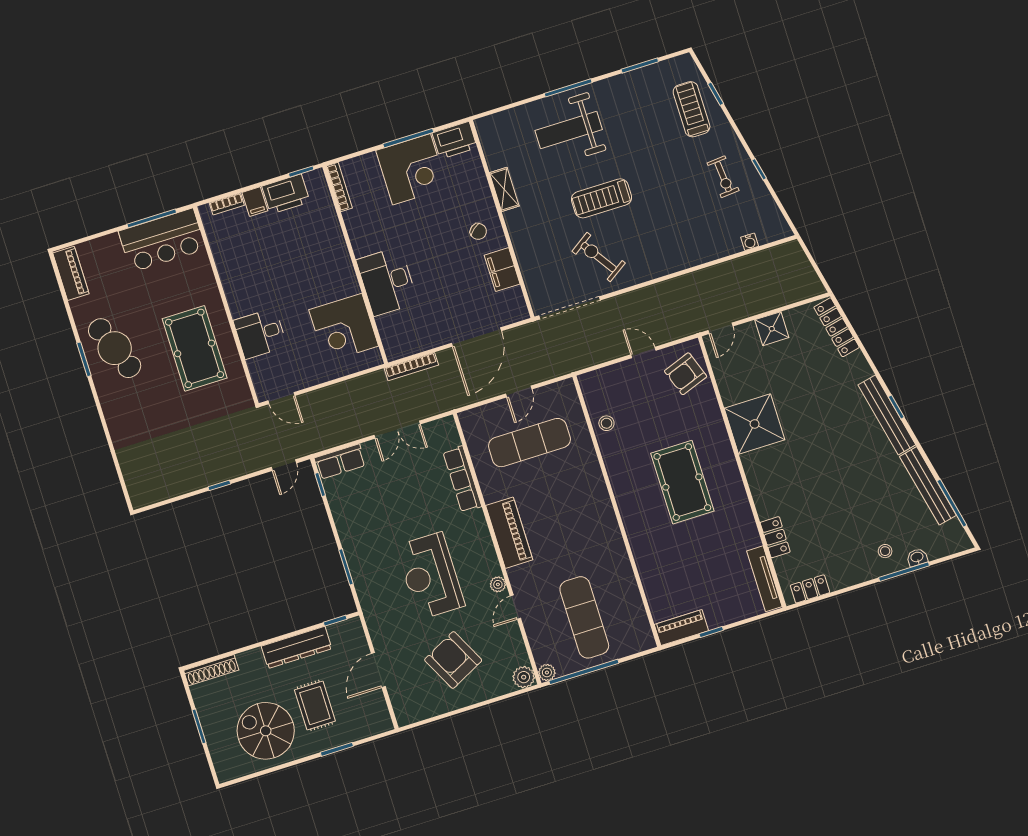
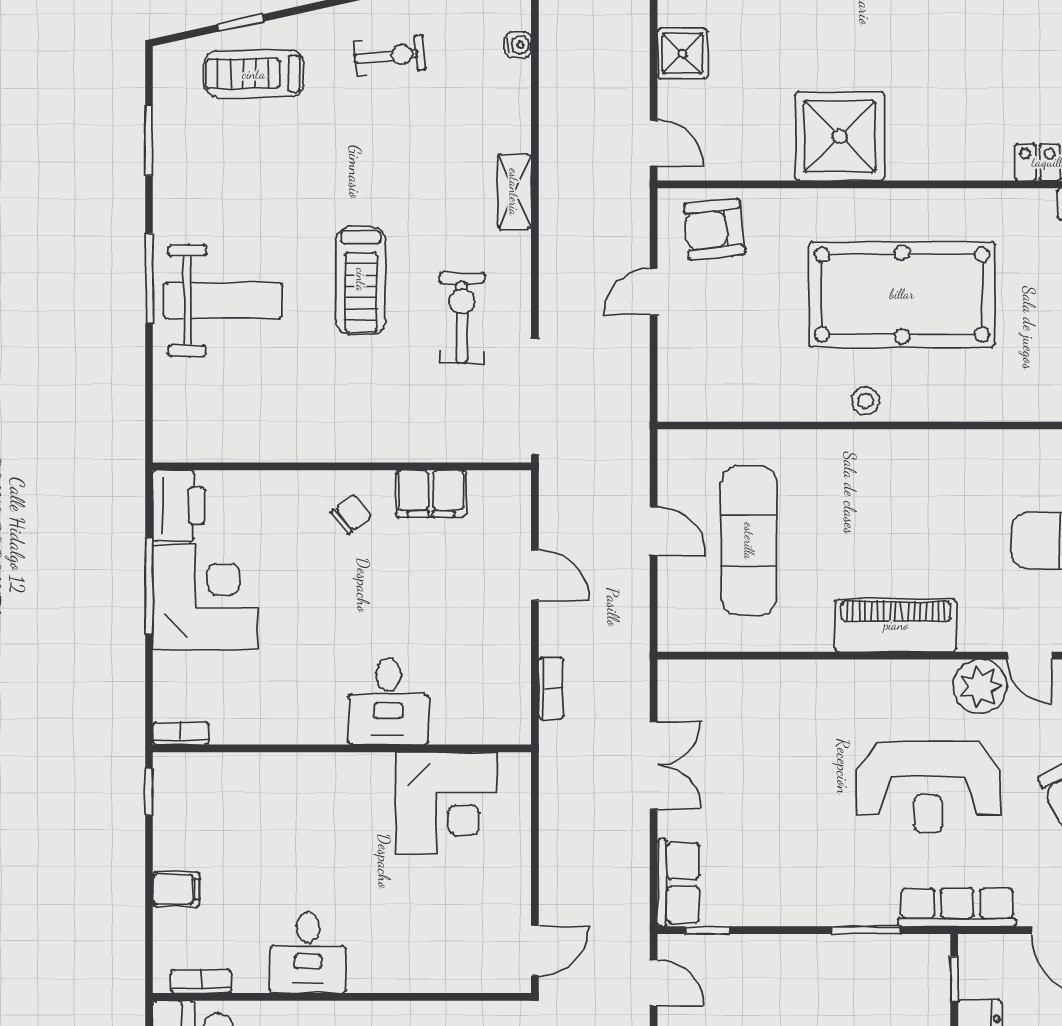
weight bench: (569, 130) -> (223, 300), turned -90
bookcase: (339, 187) -> (181, 733), width x0.64
shelving: (504, 189) -> (514, 192), moved, turned 90
printer: (286, 194) -> (180, 831), removed
bookcase: (227, 204) -> (201, 981), moved, turned -90
exercise bike: (599, 257) -> (462, 318), turned 124
desk: (387, 281) -> (388, 701), width x0.73
desk: (260, 333) -> (308, 952), moved
door: (476, 337) -> (535, 575), width x0.53
bookcase: (411, 367) -> (551, 688), width x0.64
armchair: (686, 374) -> (714, 229), turned 104
stool: (606, 423) -> (865, 401), moved
row of seats: (462, 479) -> (957, 907), moved, turned 180
pool table: (682, 482) -> (902, 294), width x1.36, depth x1.32
plant: (498, 584) -> (980, 686), width x1.88, depth x1.88

